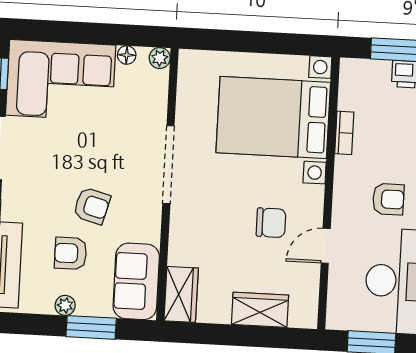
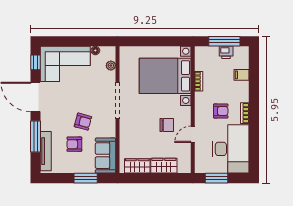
plant: (160, 58) -> (111, 66), moved
wardrobe: (181, 294) -> (137, 166), moved, turned -90
plant: (65, 305) -> (73, 169), removed

